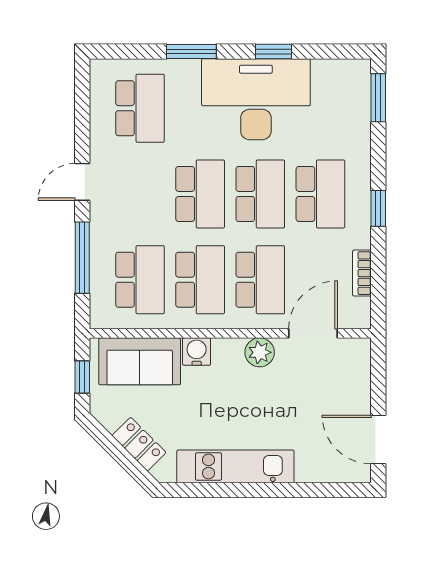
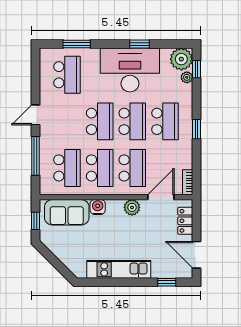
window: (191, 52) -> (77, 44), moved
plant: (351, 79) -> (181, 59), added
window: (378, 98) -> (196, 69), width x0.67
plant: (361, 113) -> (187, 77), added
bookcase: (362, 273) -> (188, 182), moved
locker: (139, 444) -> (185, 221), moved, turned -135
window: (324, 490) -> (167, 282), added

